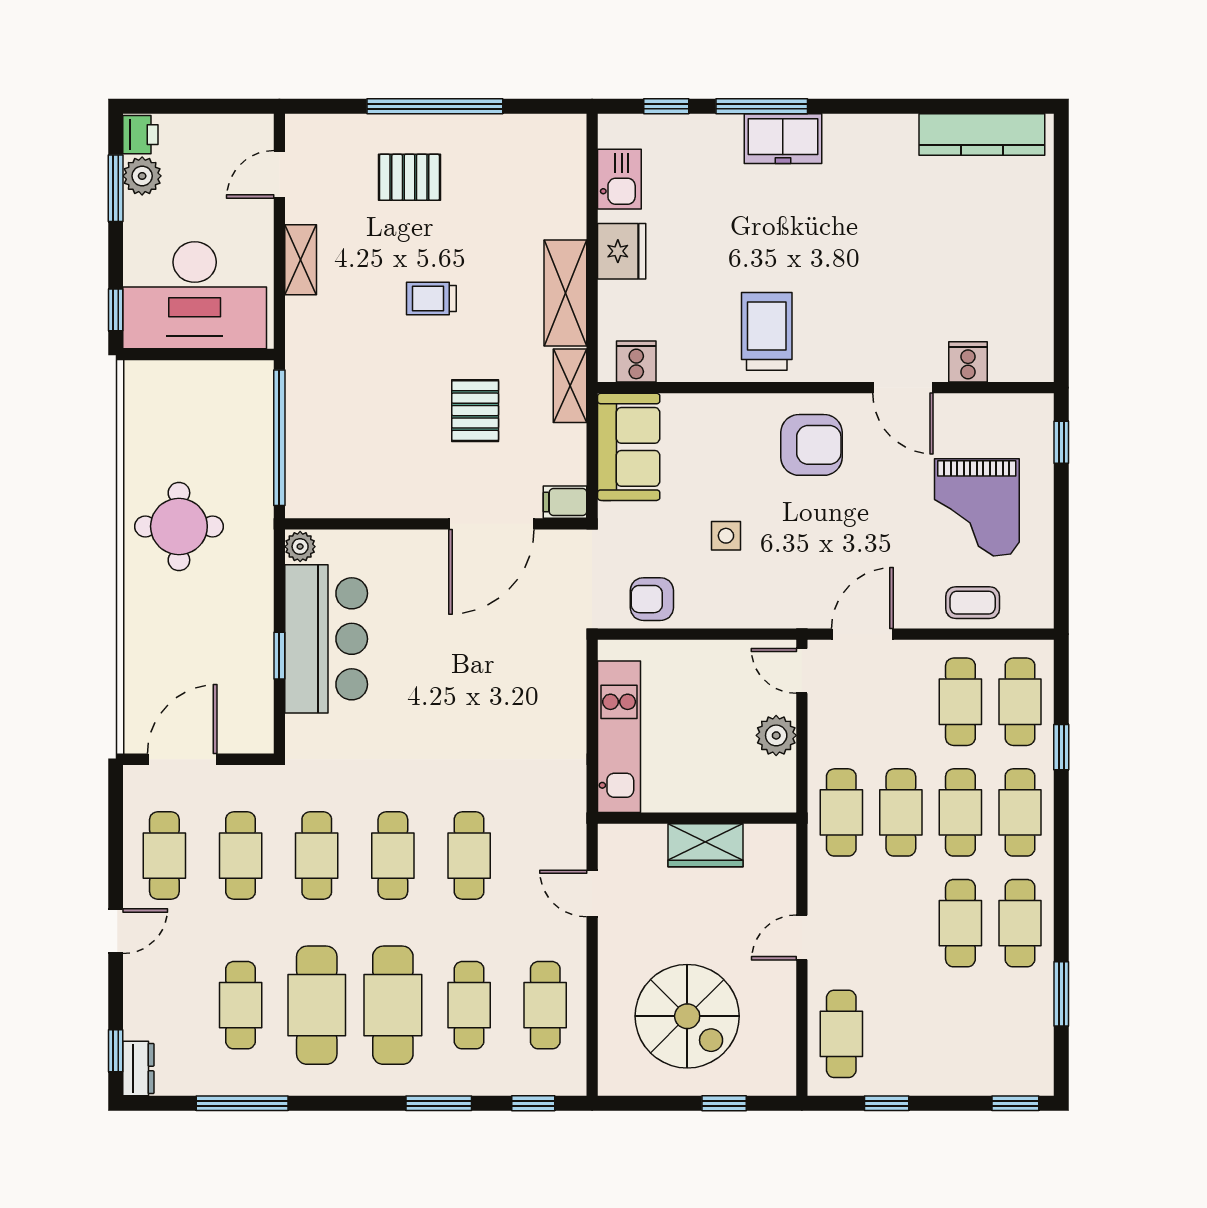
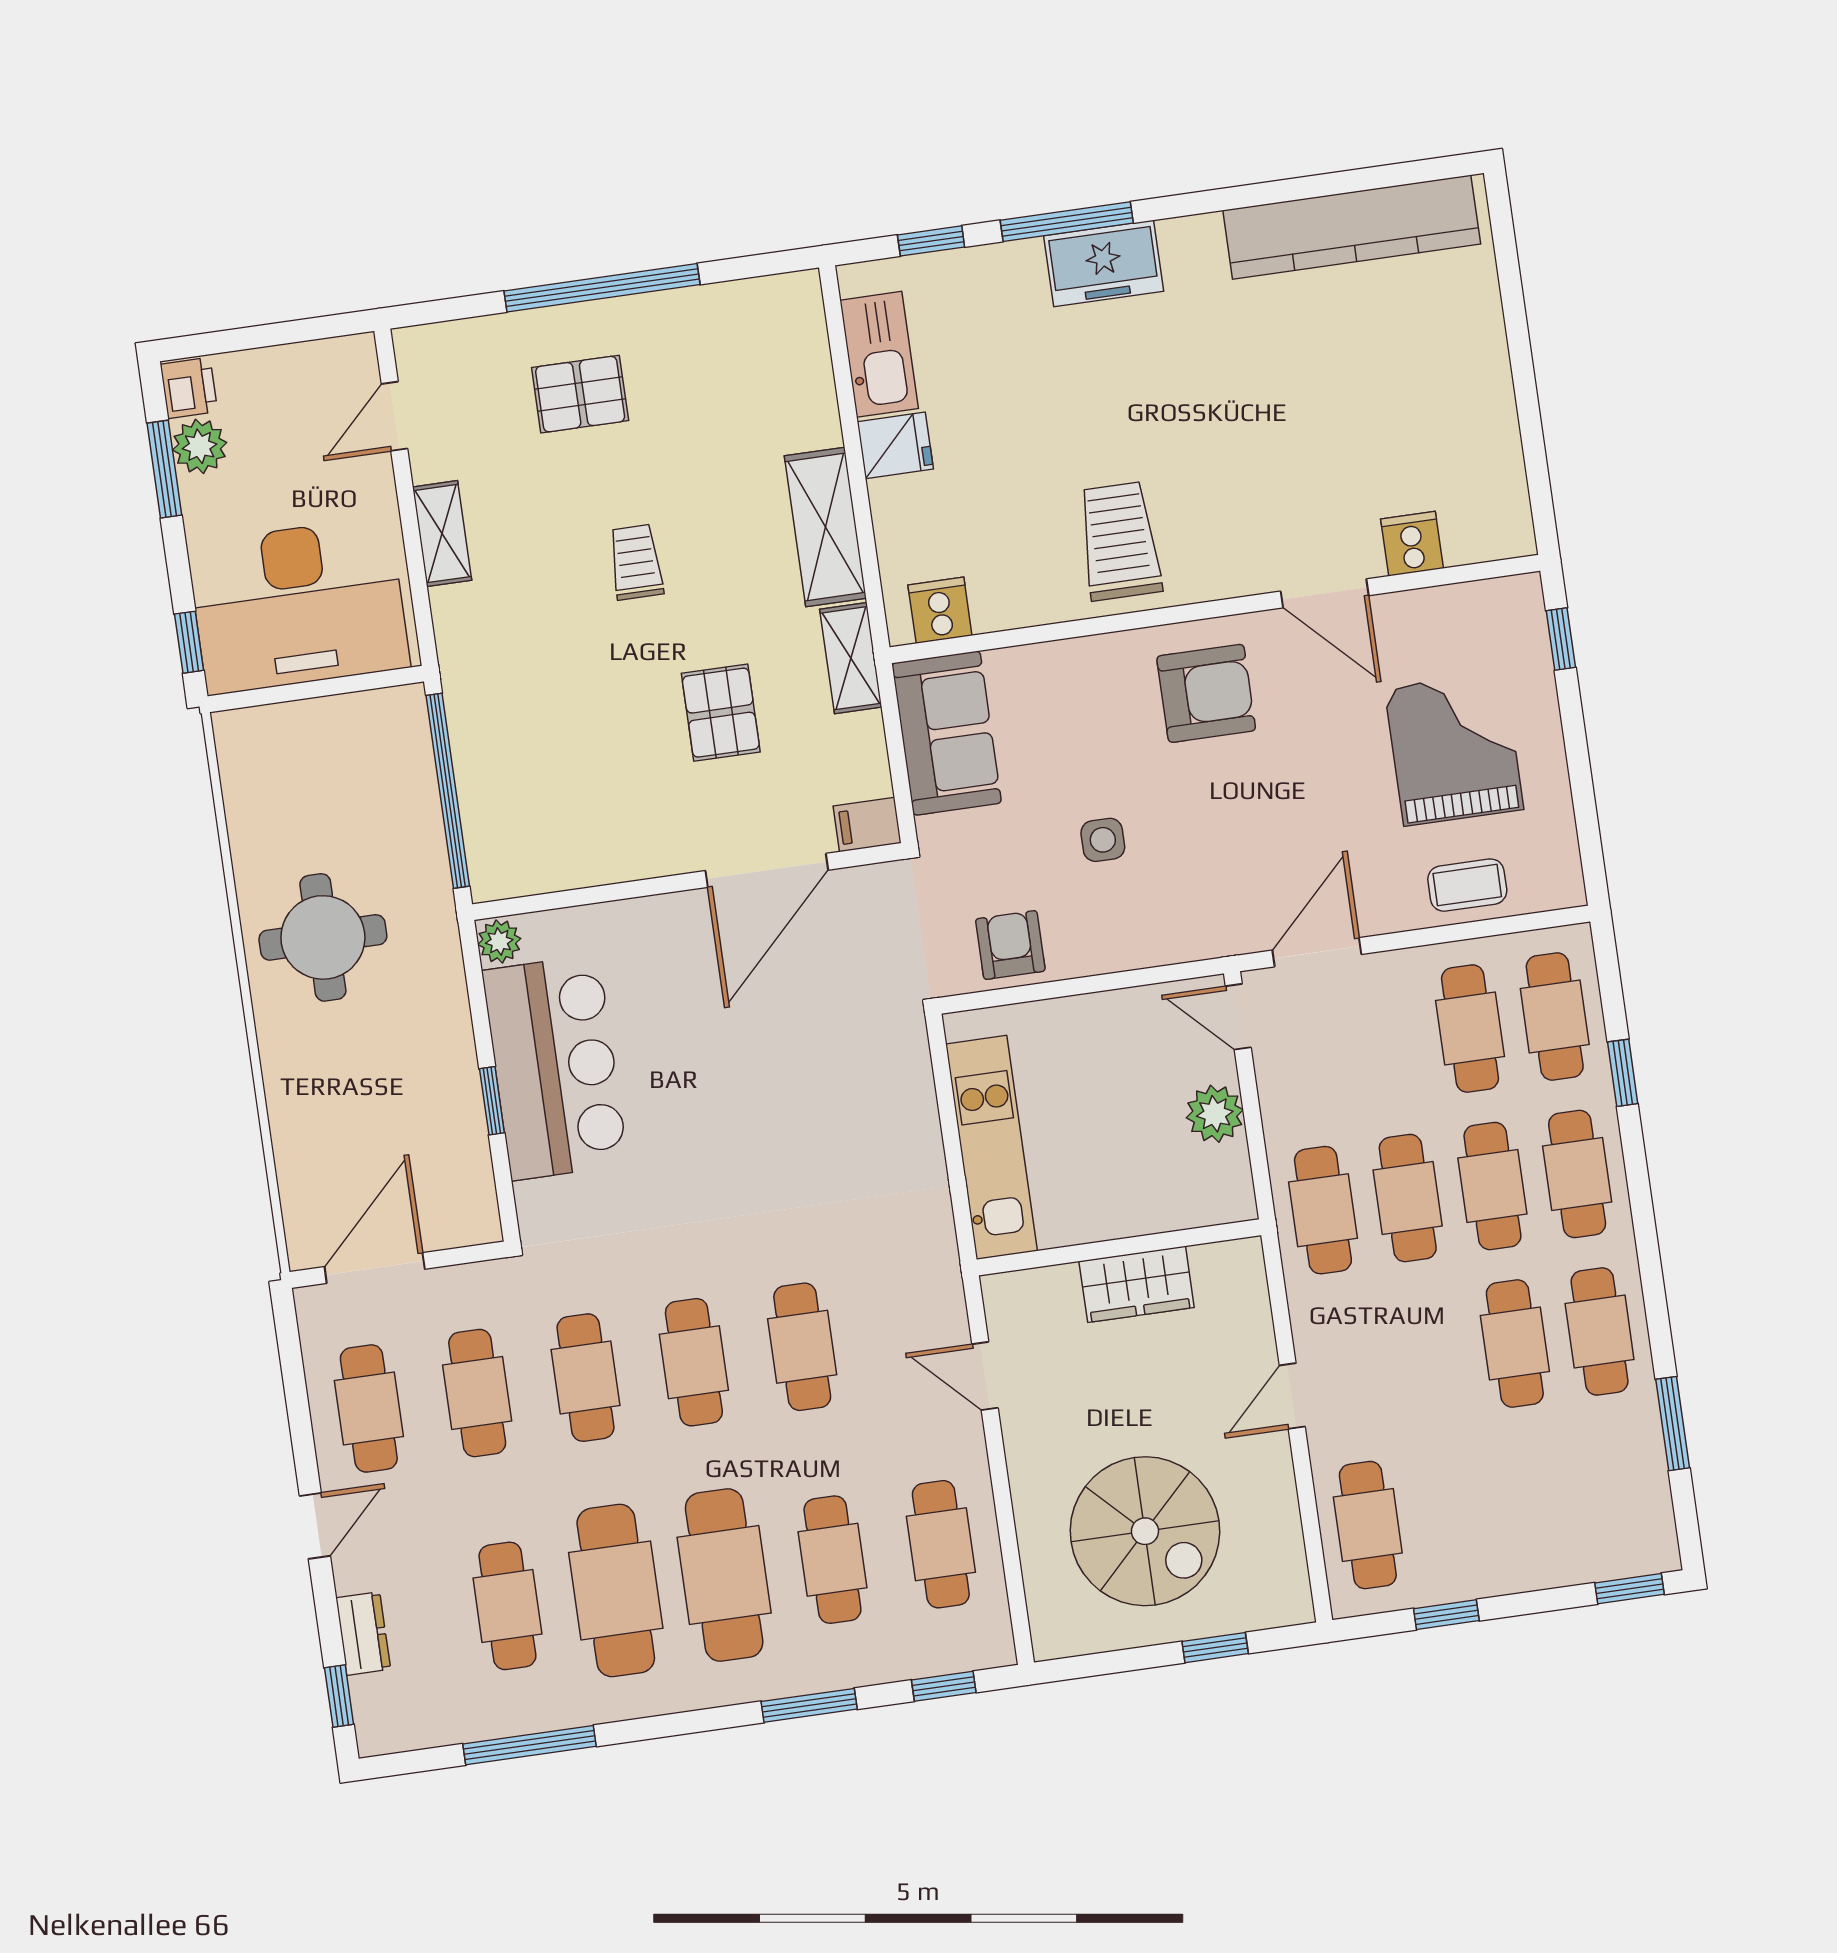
kitchen counter: (982, 134) -> (1352, 227), width x1.39, depth x1.17
kitchen sink: (619, 179) -> (879, 354), width x1.38
fridge: (622, 251) -> (895, 445), width x0.72
trolley: (431, 299) -> (636, 562), turned 90
grand piano: (977, 507) -> (1454, 749), turned 180
armchair: (652, 599) -> (1010, 945), turned 90
dresser: (138, 1069) -> (363, 1633), moved

